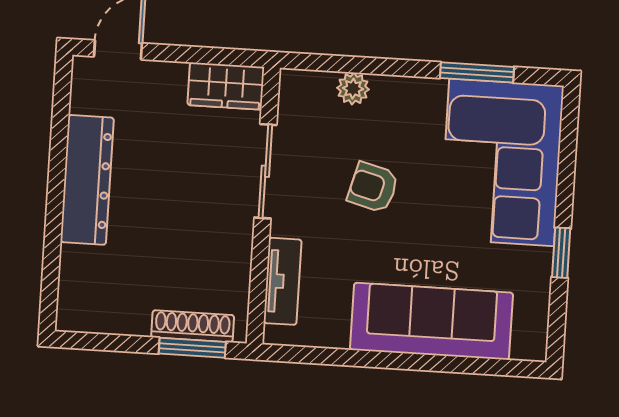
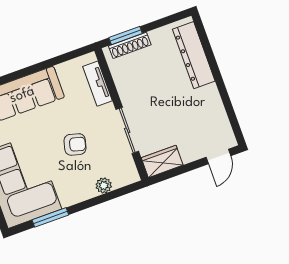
dresser: (87, 180) -> (194, 55), moved

